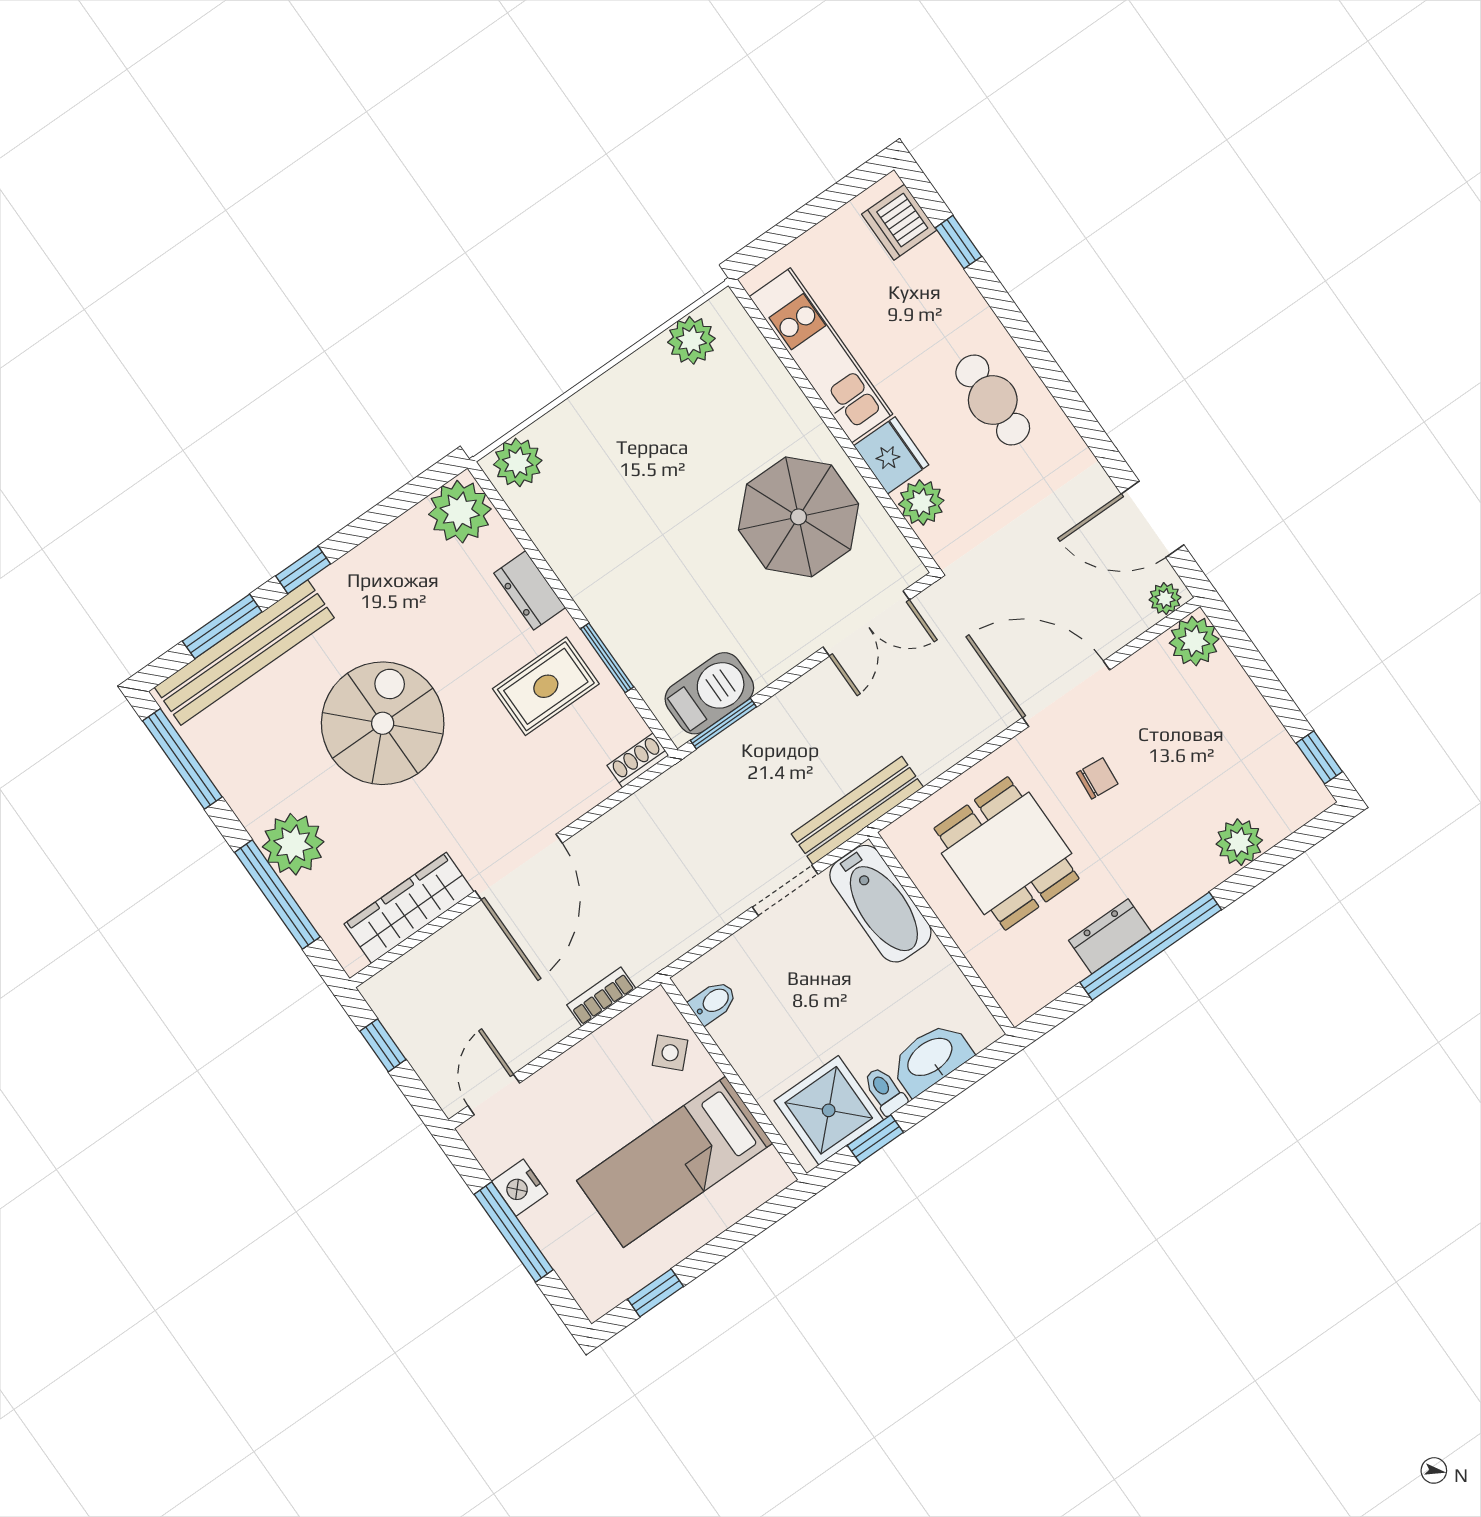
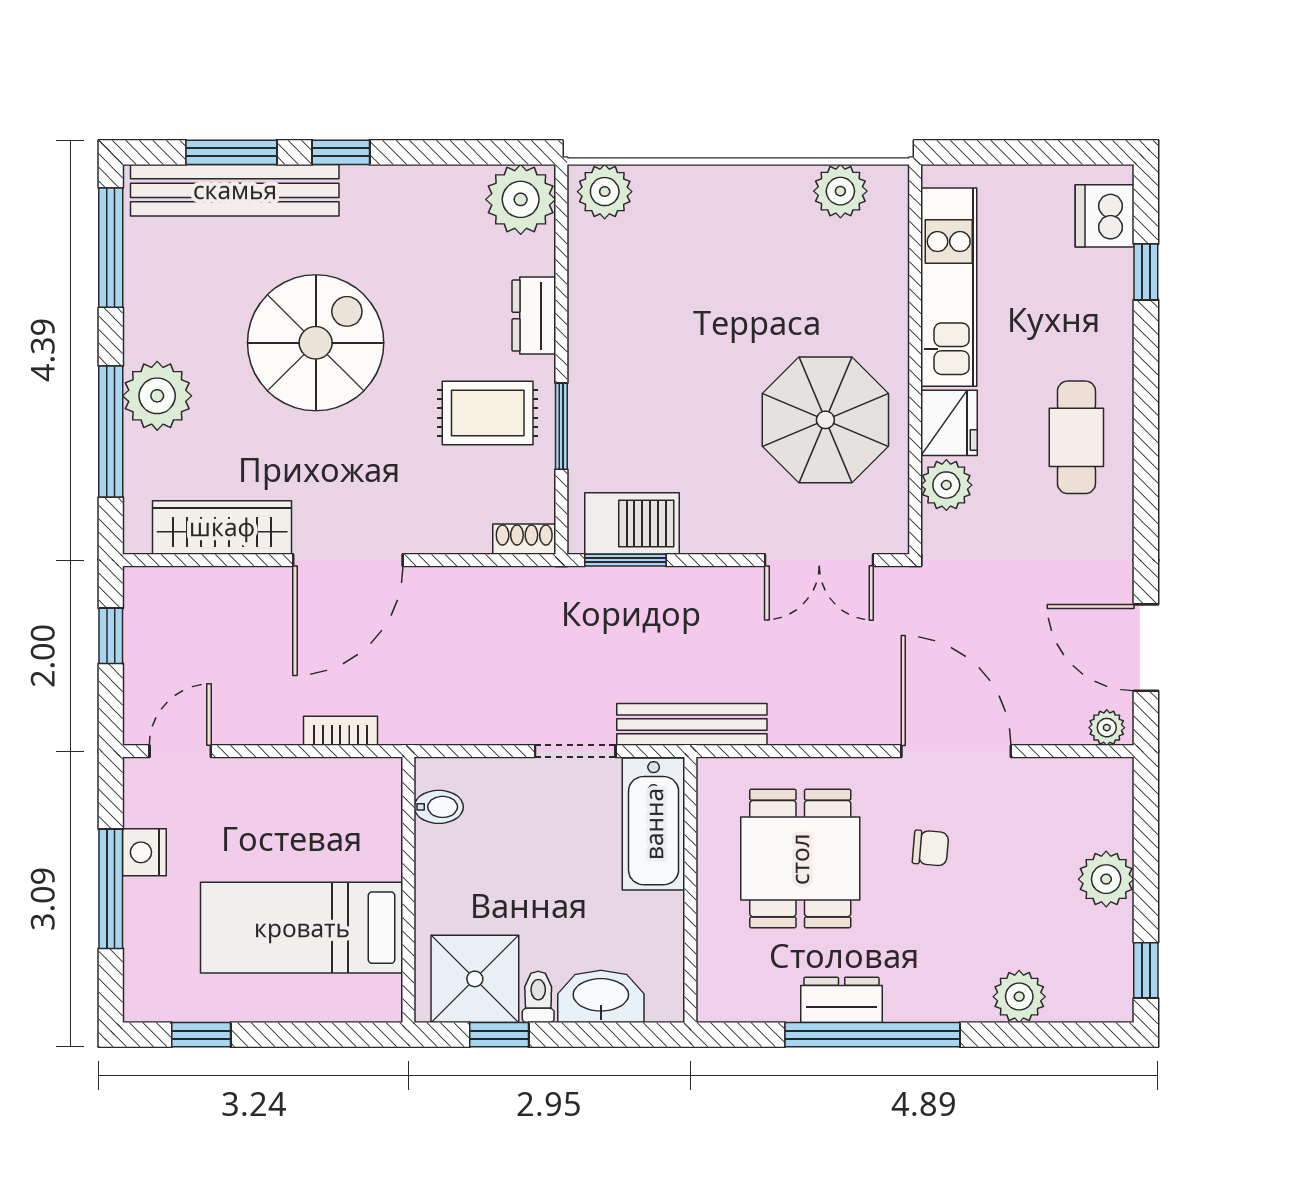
plant: (1194, 641) -> (1106, 879), moved
side table: (670, 1053) -> (367, 826), removed

